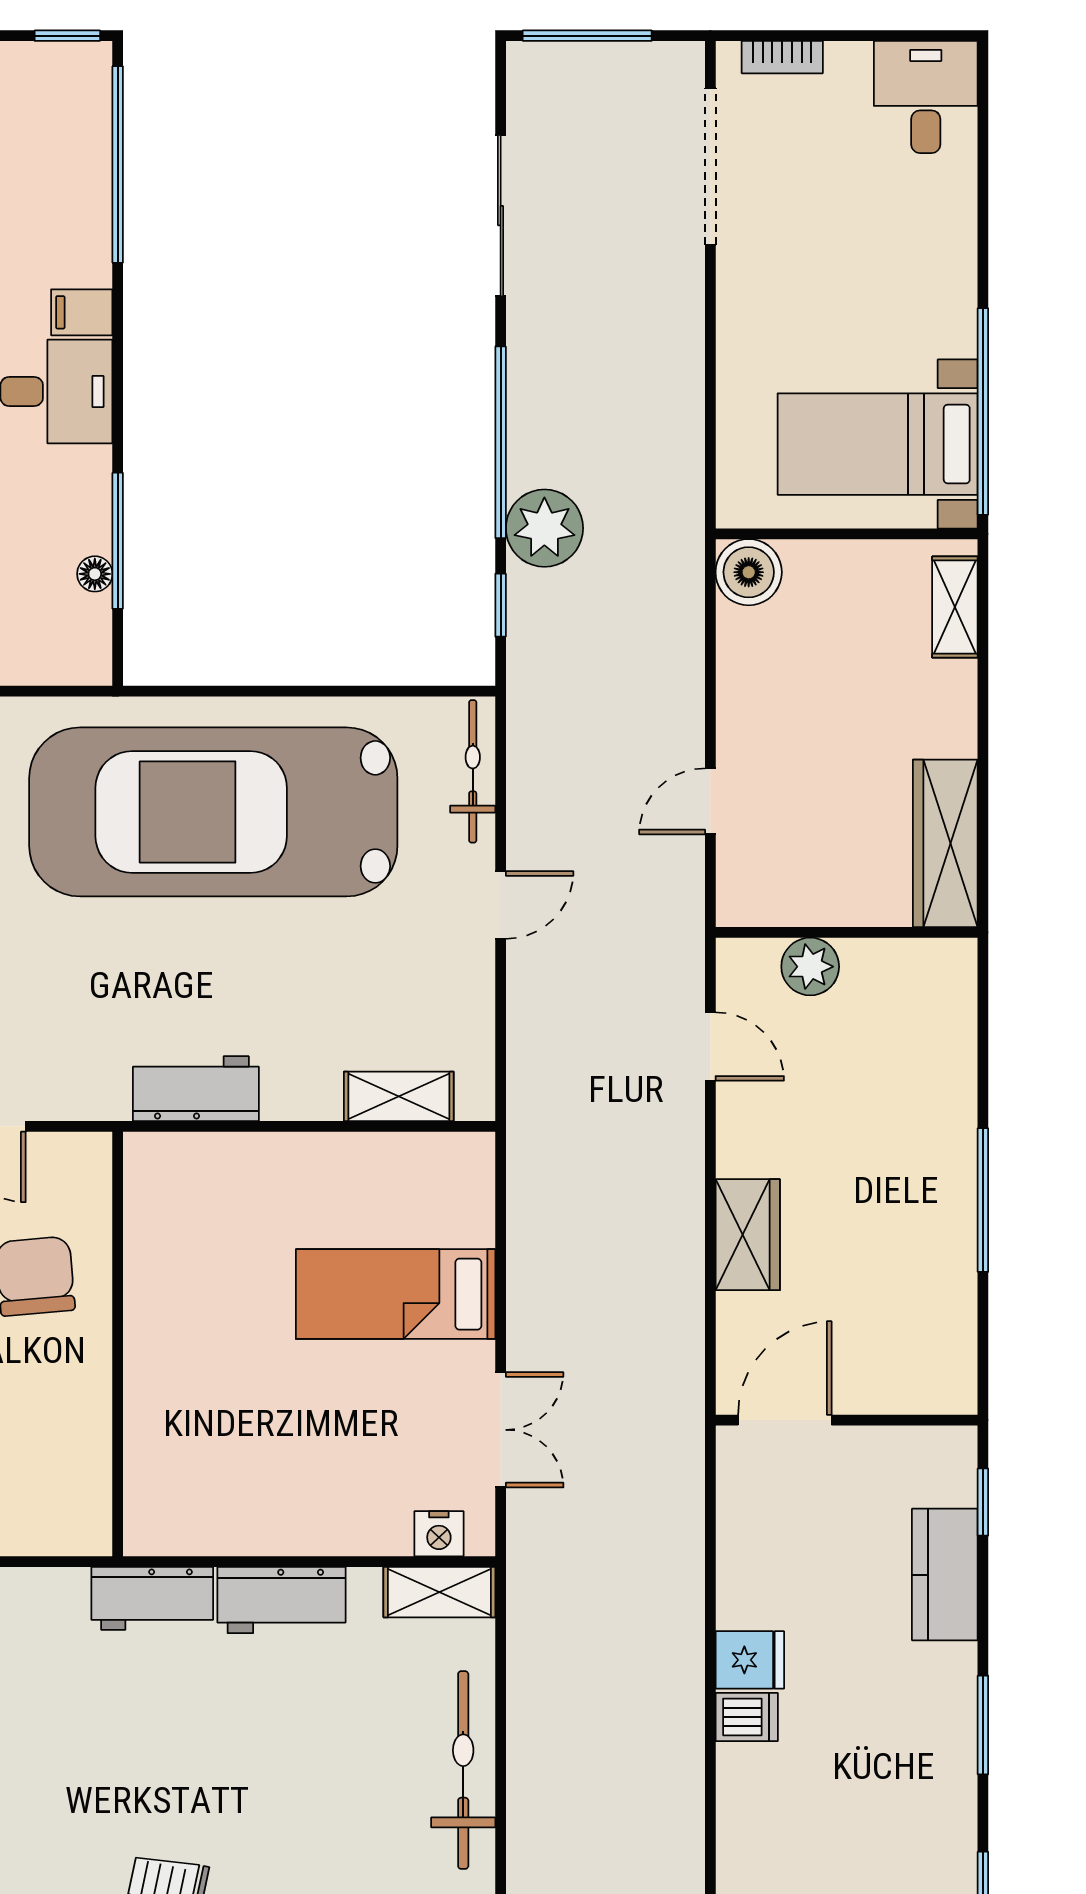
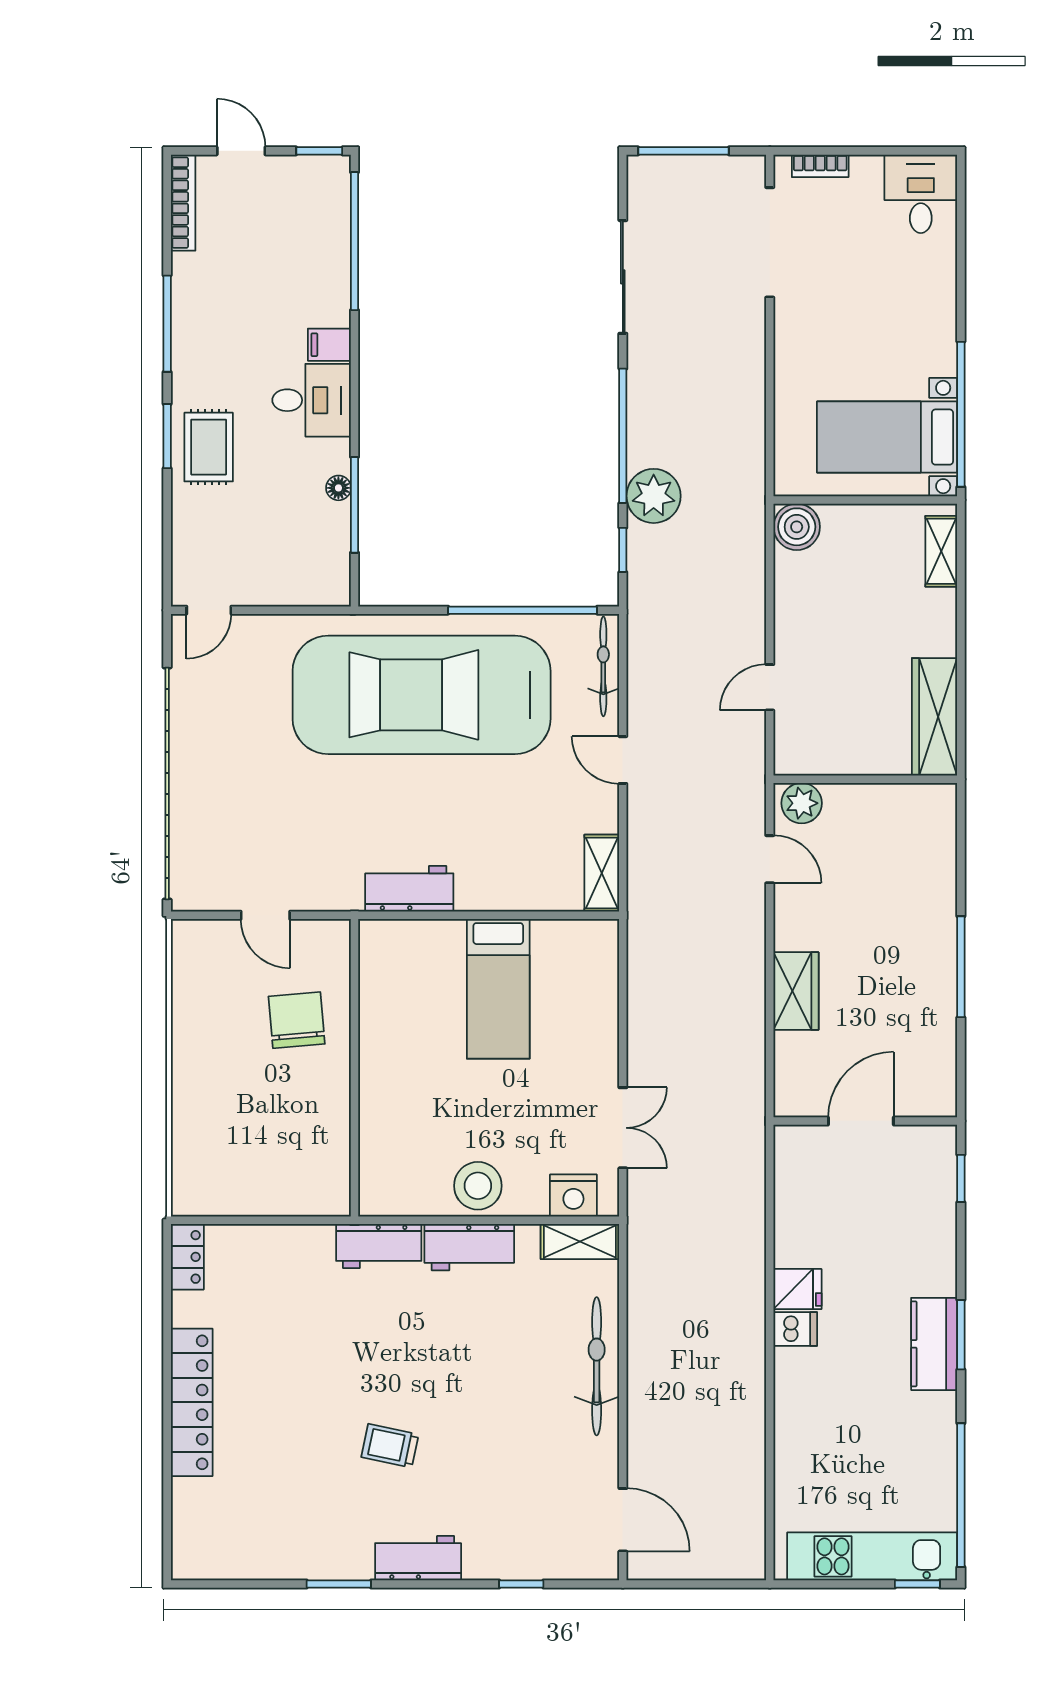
floor lamp: (95, 574) -> (338, 488), moved
window: (358, 691) -> (523, 610), added
door: (501, 905) -> (623, 760), swing flipped
plant: (810, 967) -> (802, 803), moved
shelving: (399, 1096) -> (602, 873), moved, turned 90
bed: (396, 1294) -> (498, 989), moved, turned -90
door: (785, 1420) -> (861, 1121), moved
stool: (294, 1512) -> (478, 1186), added
nightstand: (439, 1534) -> (573, 1195), width x1.36, depth x1.33
kitchen counter: (945, 1575) -> (934, 1344), moved

